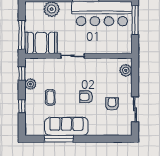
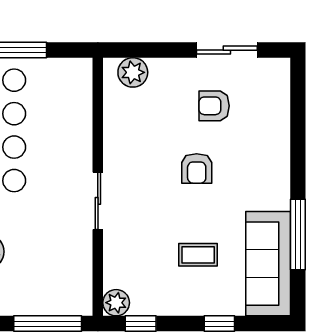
booth: (41, 43) -> (67, 277), removed
plant: (30, 84) -> (116, 303), moved
sofa: (66, 126) -> (268, 264), moved

